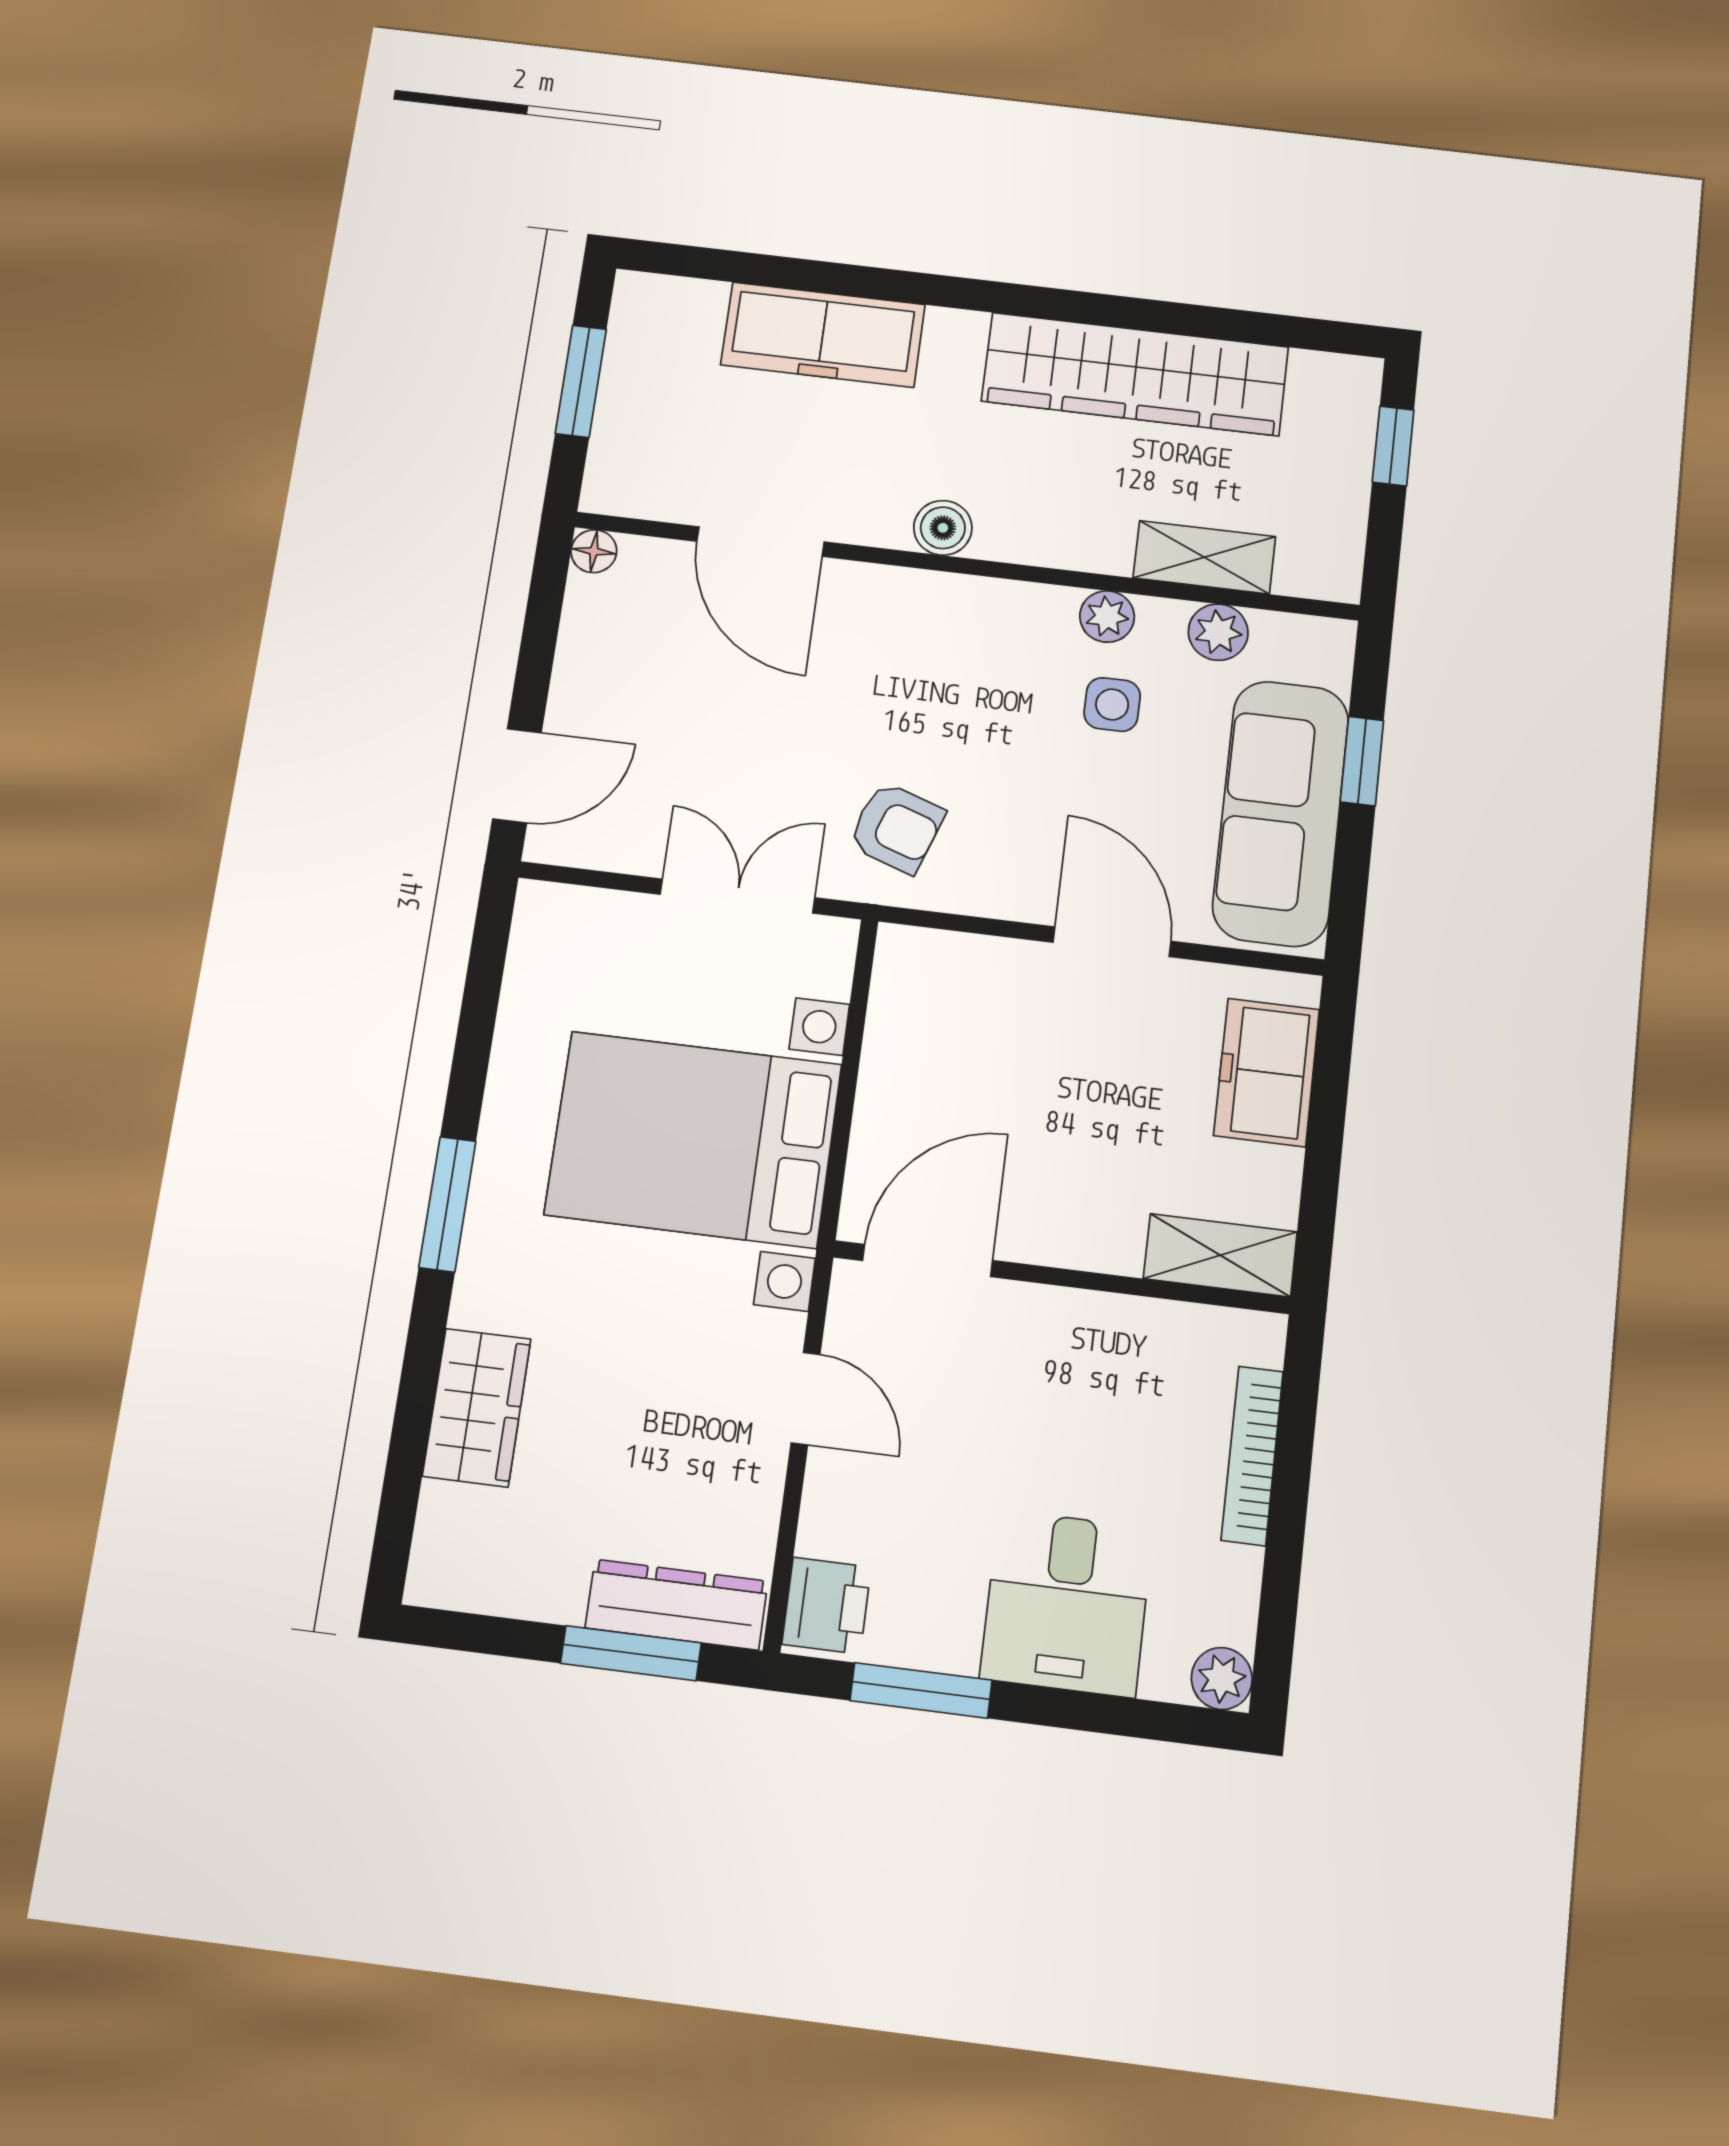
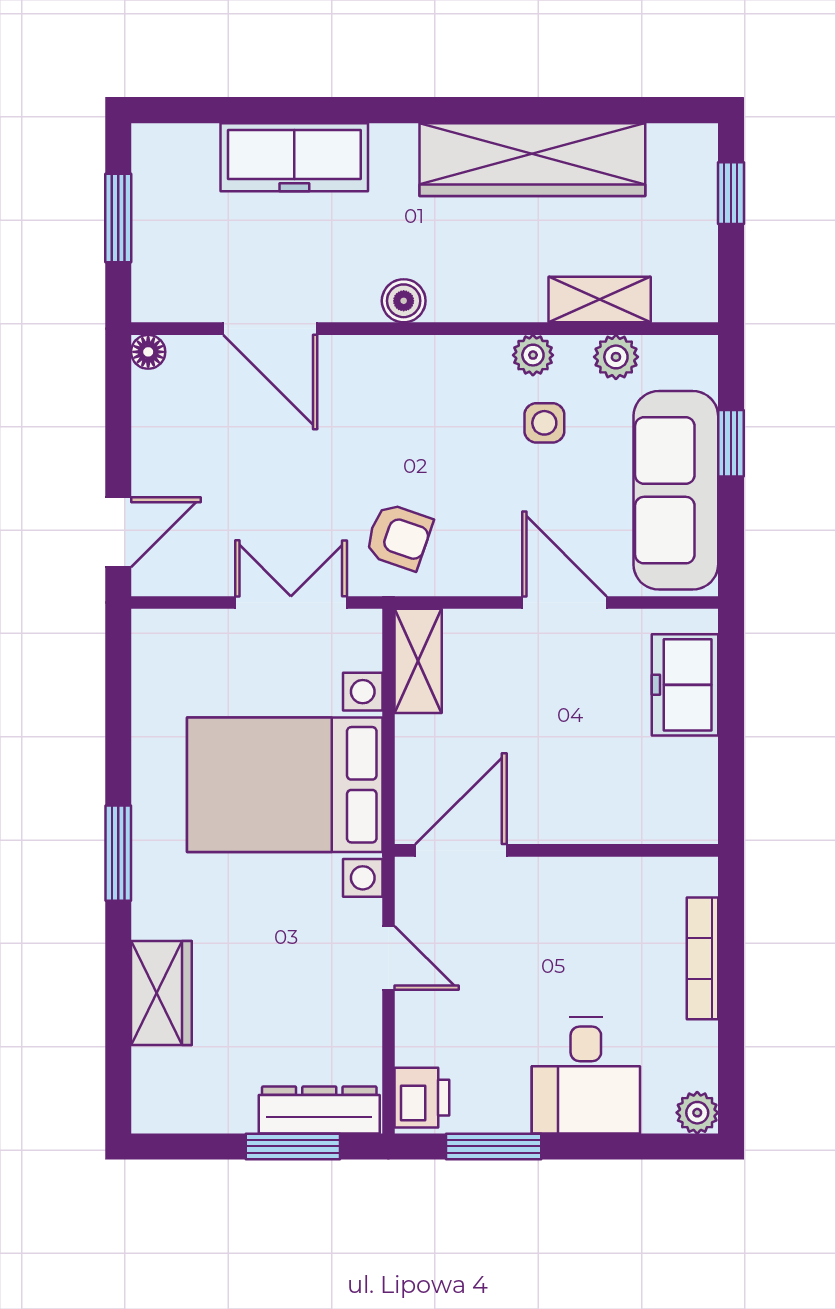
shelving: (1220, 1255) -> (418, 661), moved, turned 90

